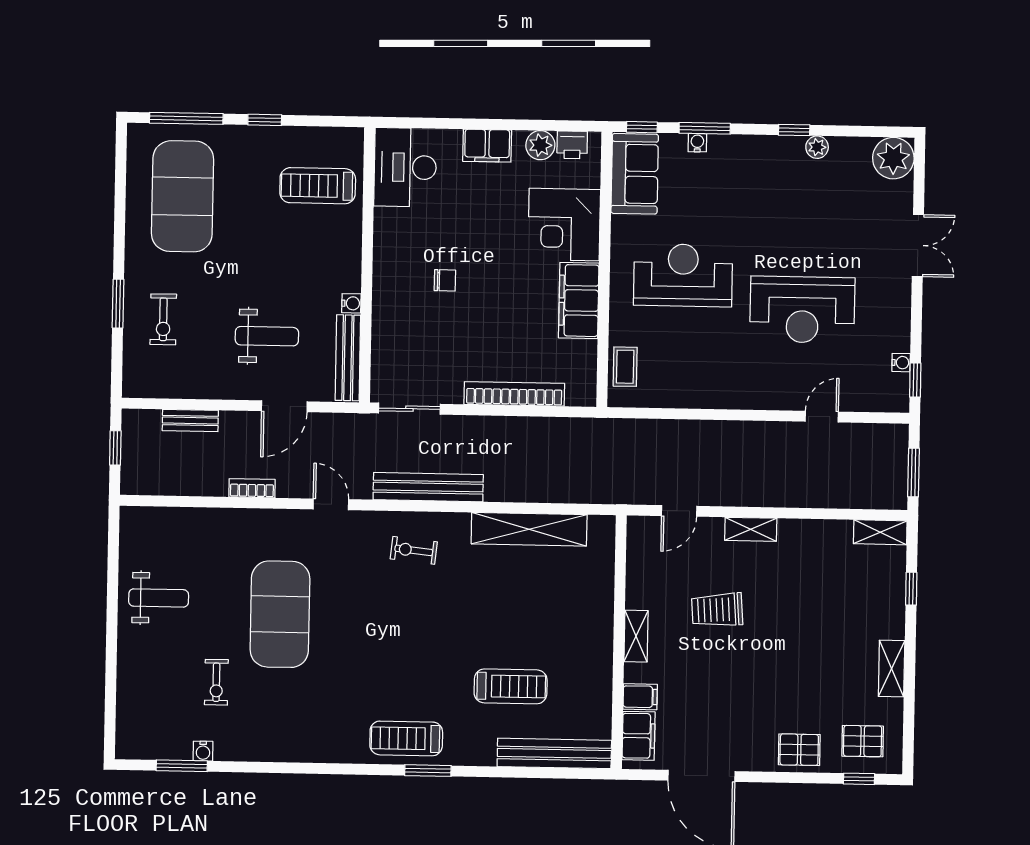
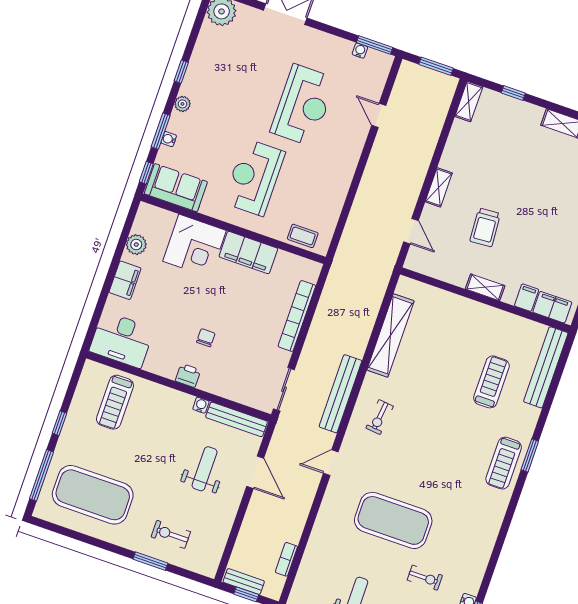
printer: (572, 145) -> (188, 375), moved, turned -90
plant: (817, 147) -> (182, 104), moved
exercise bike: (163, 319) -> (171, 534), turned 180
window: (915, 380) -> (375, 45), width x1.50
bench: (190, 421) -> (244, 582), moved, turned 90
bookcase: (252, 488) -> (286, 559), moved

